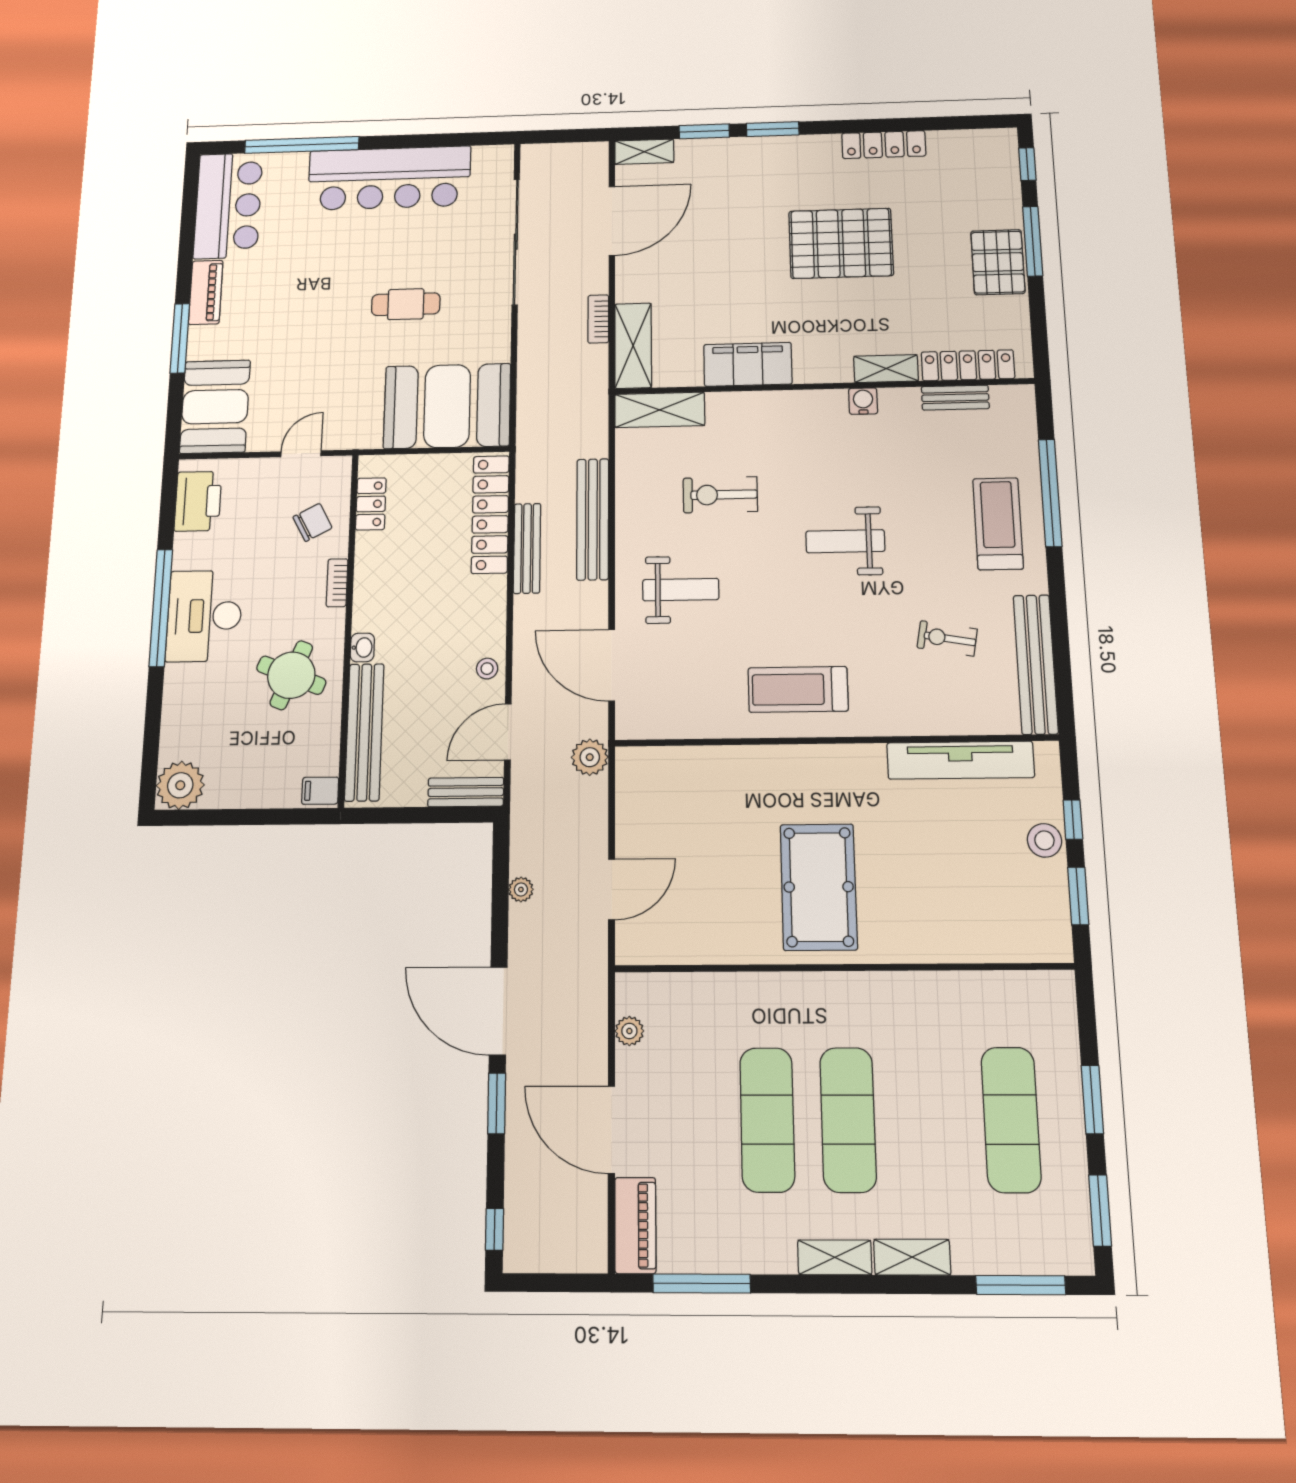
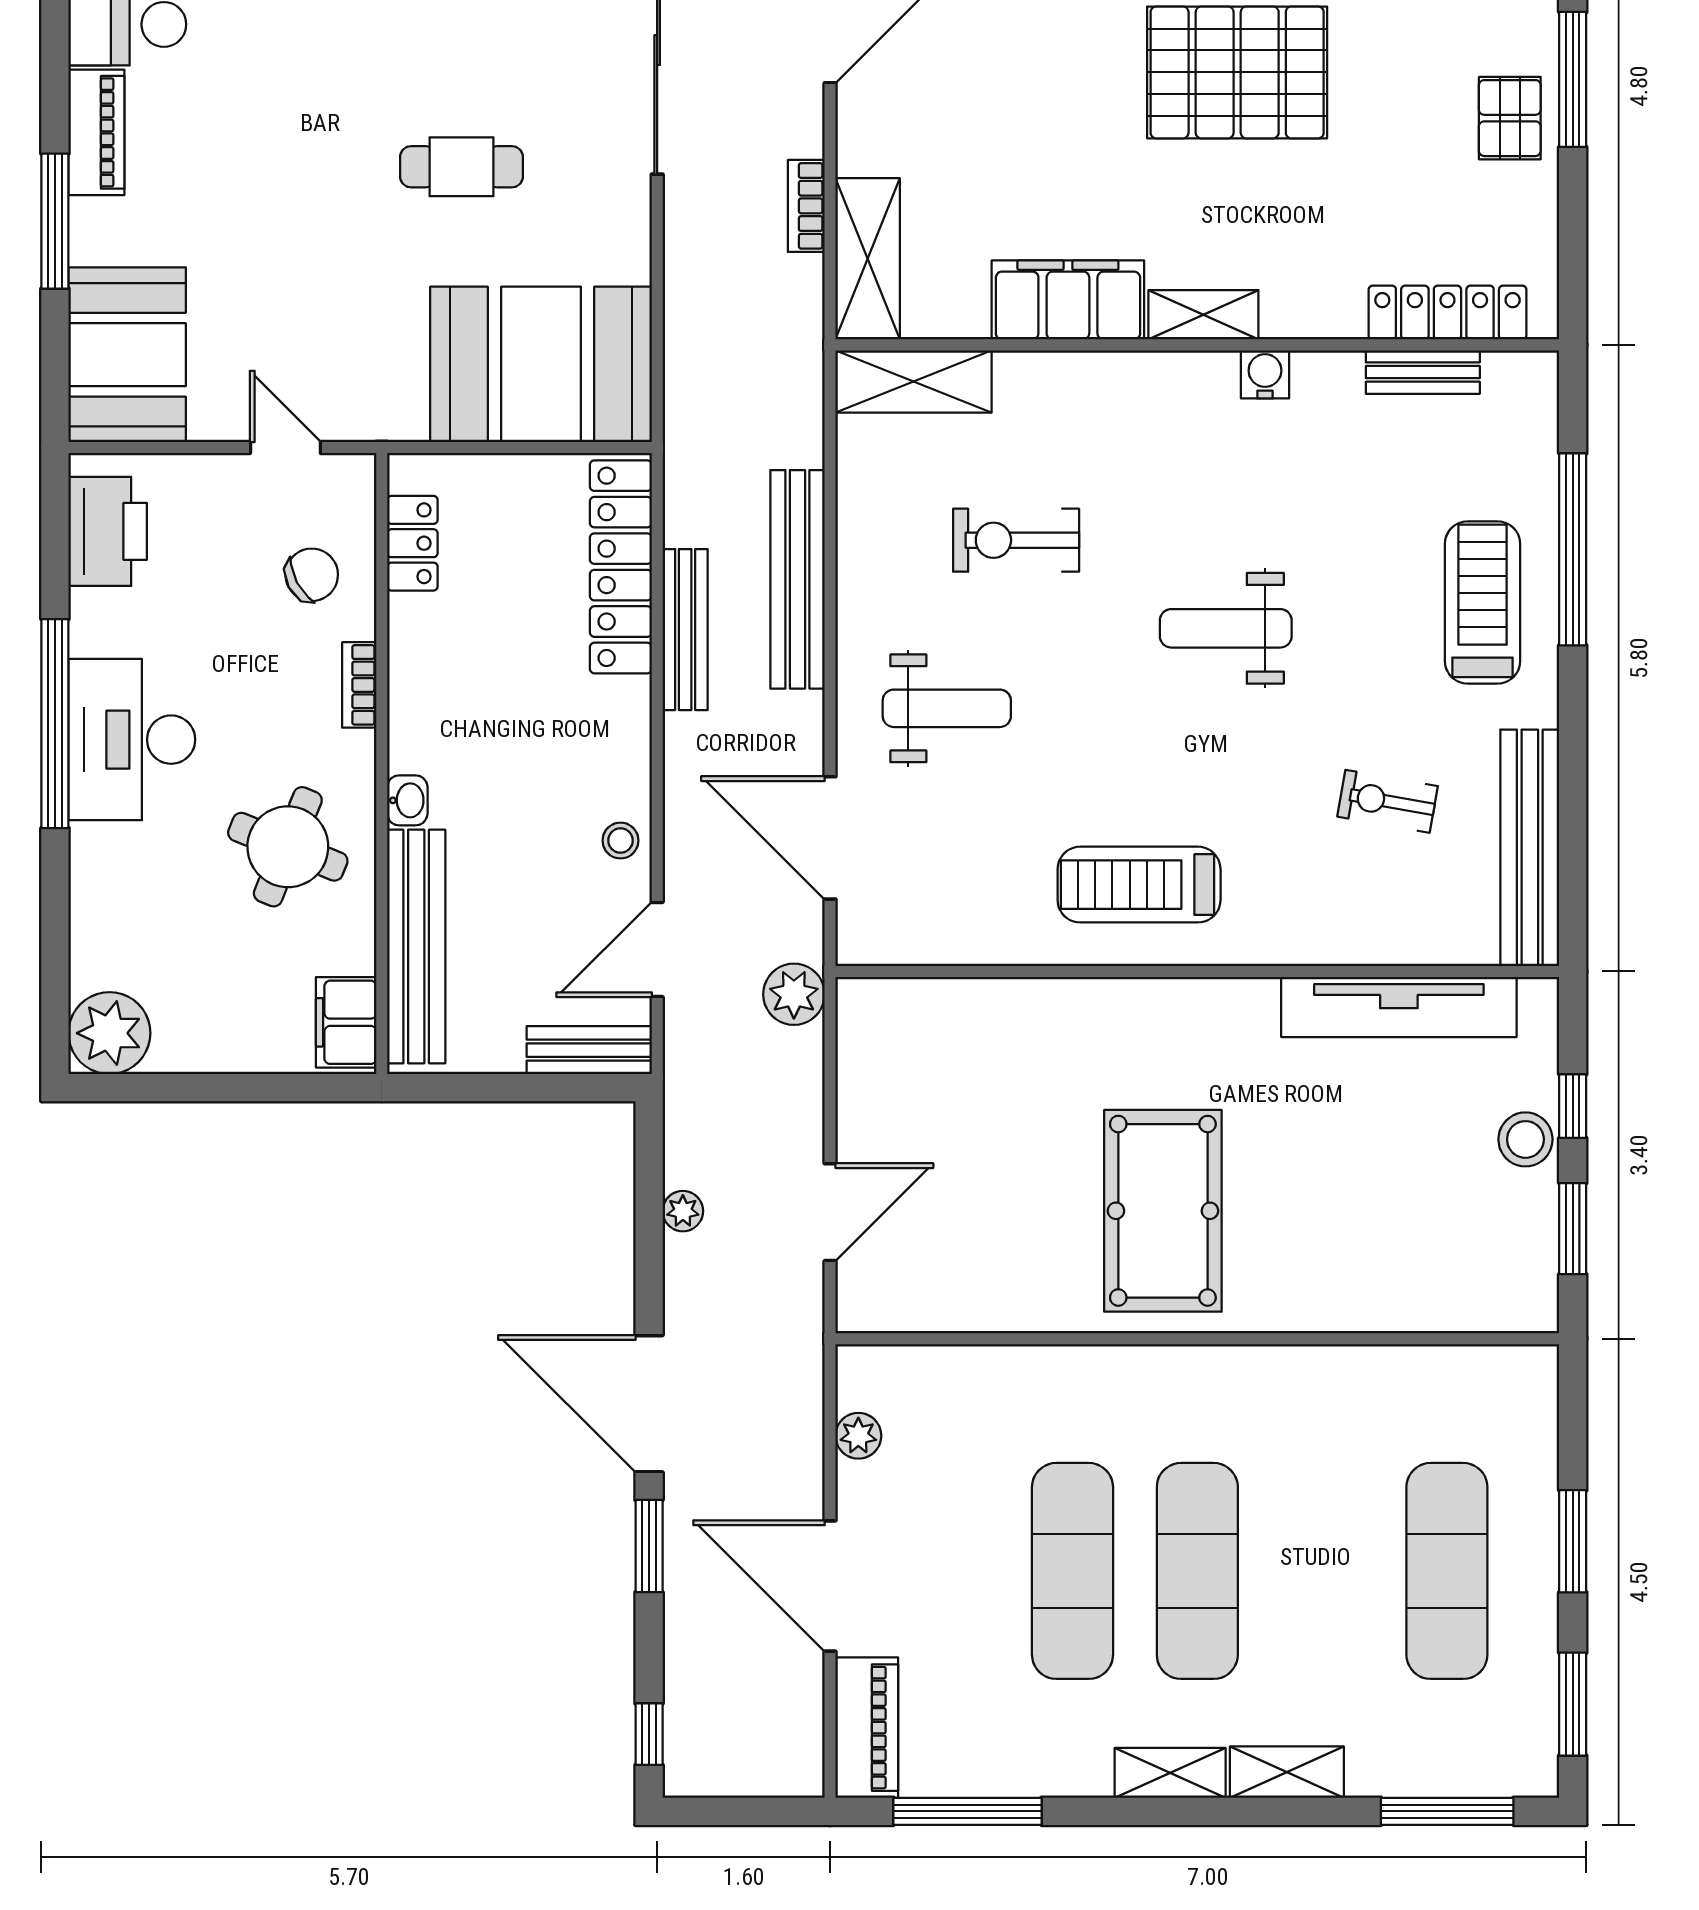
pallet: (998, 262) -> (1510, 118), width x0.67, depth x0.71
shelving: (886, 369) -> (1203, 315), moved
door: (301, 454) -> (285, 448), hinge flipped
filing cabinet: (320, 791) -> (346, 1022), width x2.00

